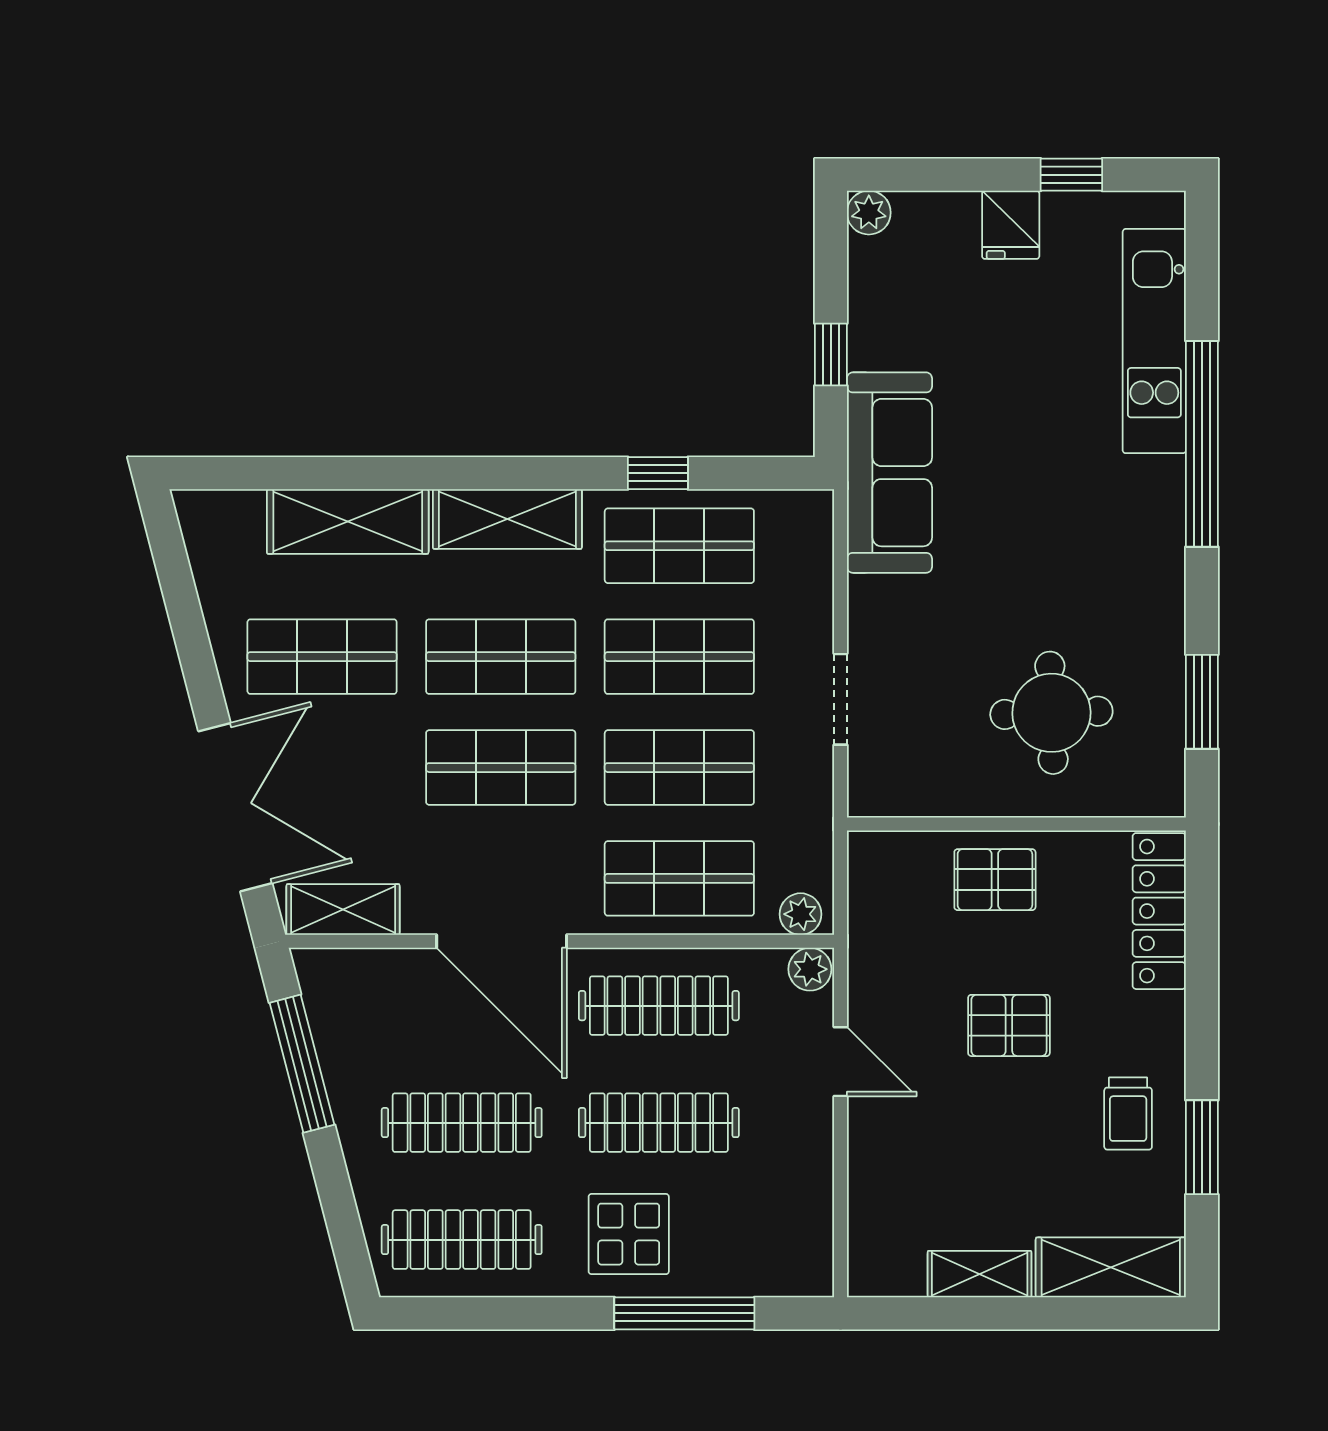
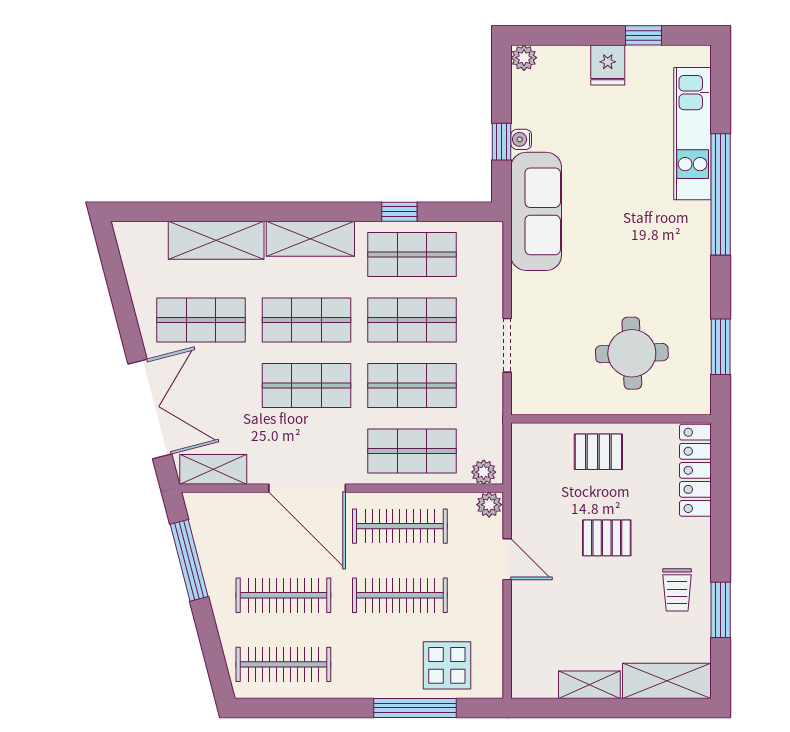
water cooler: (864, 351) -> (521, 139), added
display table: (629, 1234) -> (447, 665), moved

